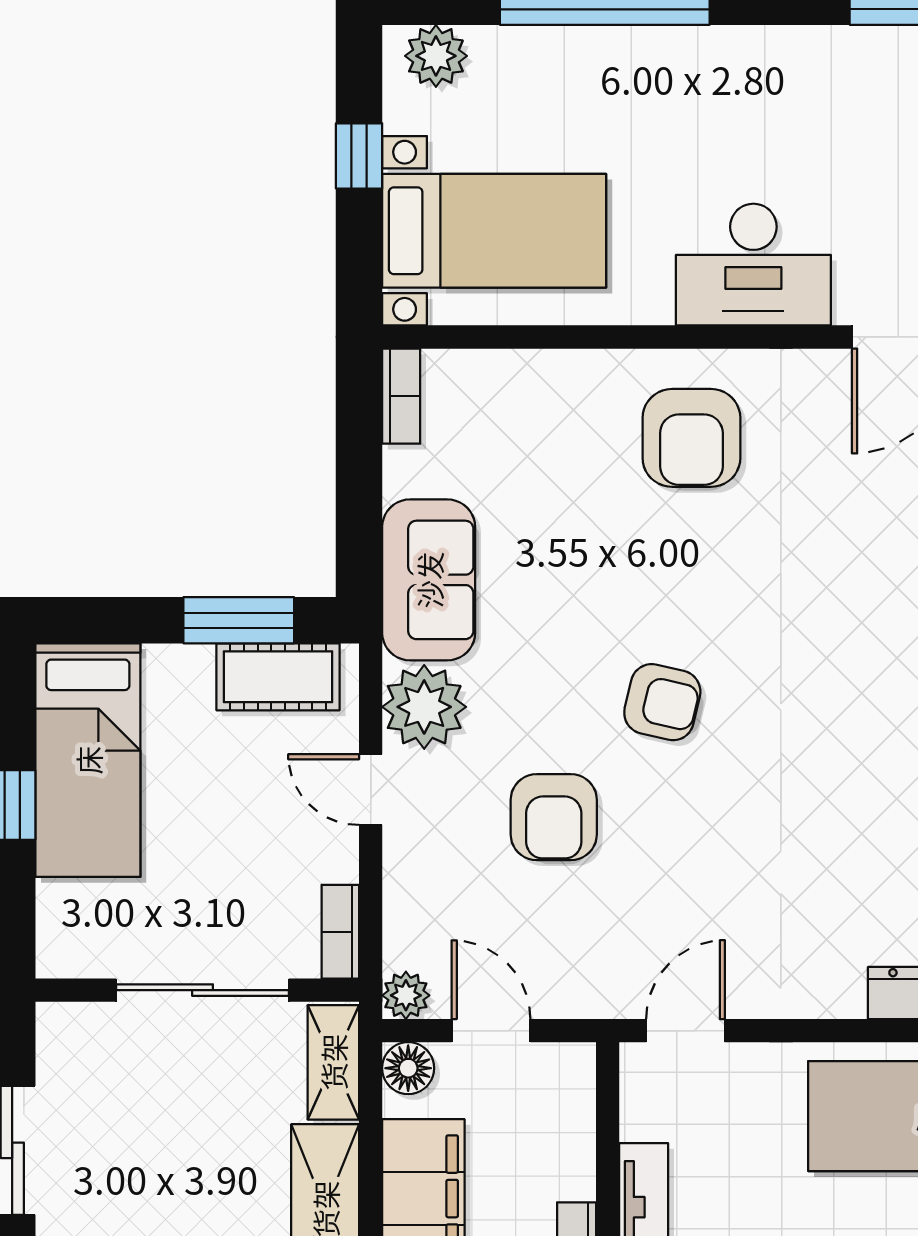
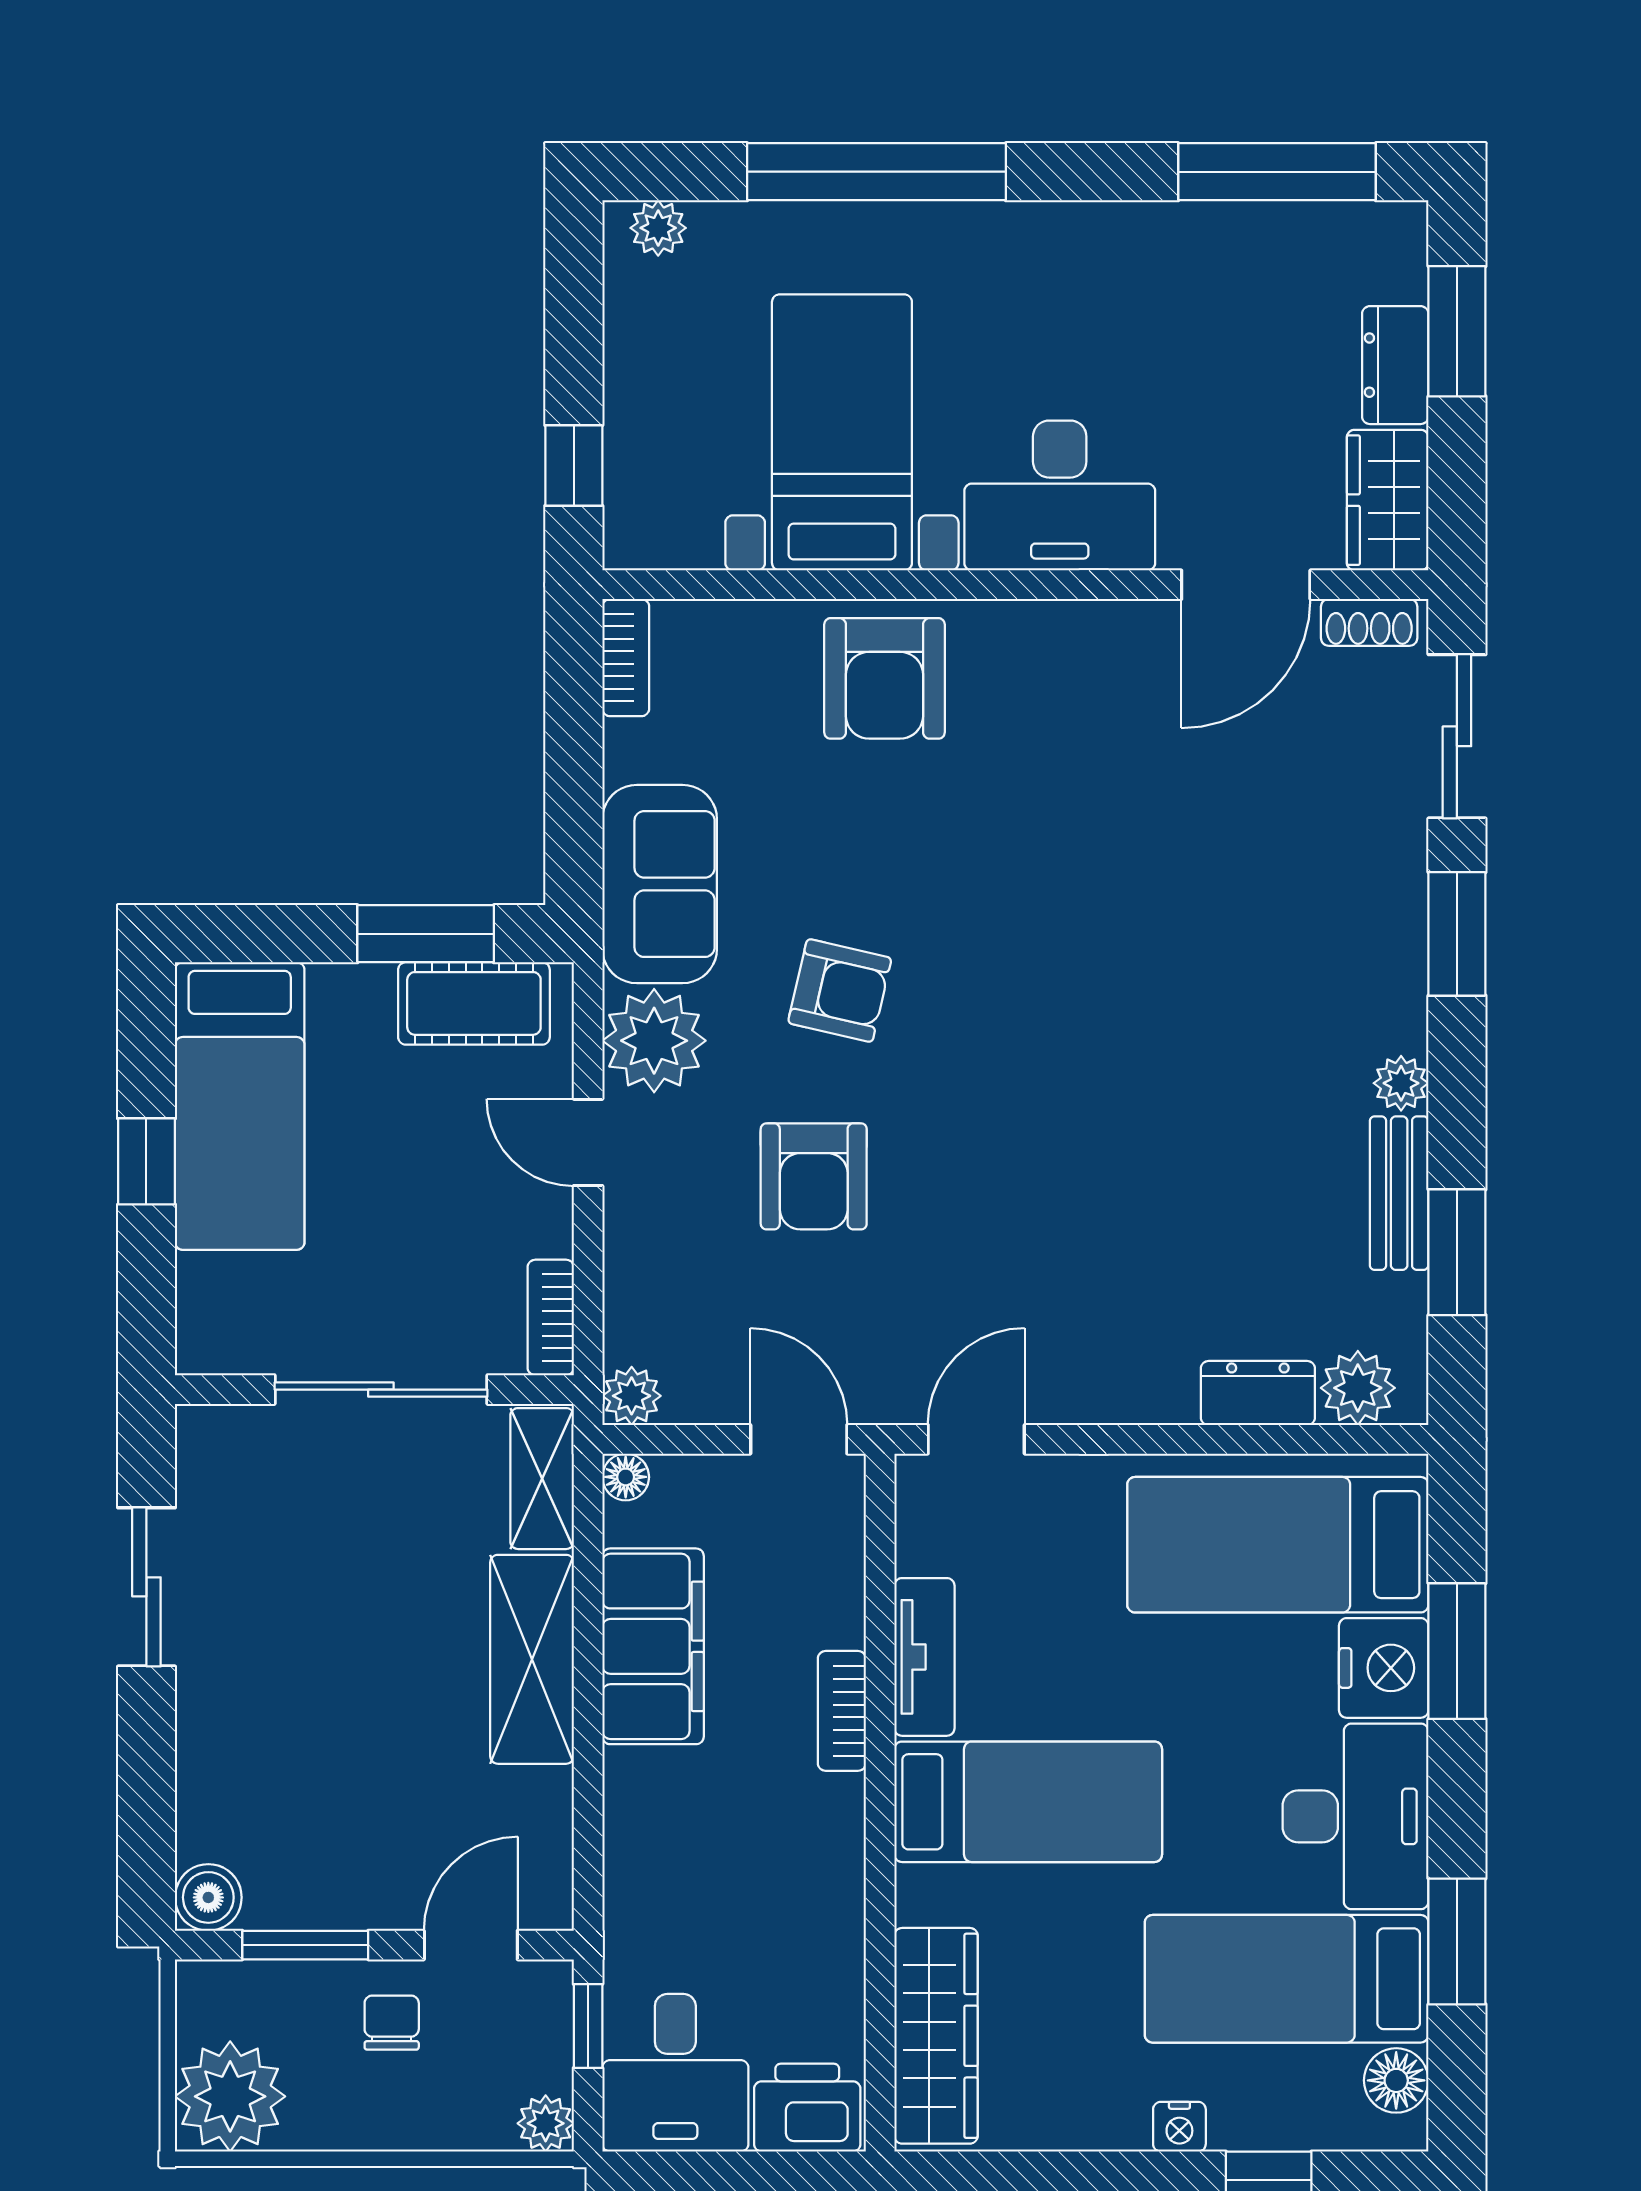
plant: (436, 56) -> (658, 228), width x0.73, depth x0.73
window: (359, 156) -> (574, 466), moved
bed with nightstands: (494, 231) -> (842, 432), moved, turned -90
armchair: (691, 438) -> (885, 678), moved
armchair: (662, 702) -> (840, 991), moved
door: (491, 1031) -> (799, 1439), moved
floor lamp: (408, 1068) -> (626, 1477), width x0.73, depth x0.73

